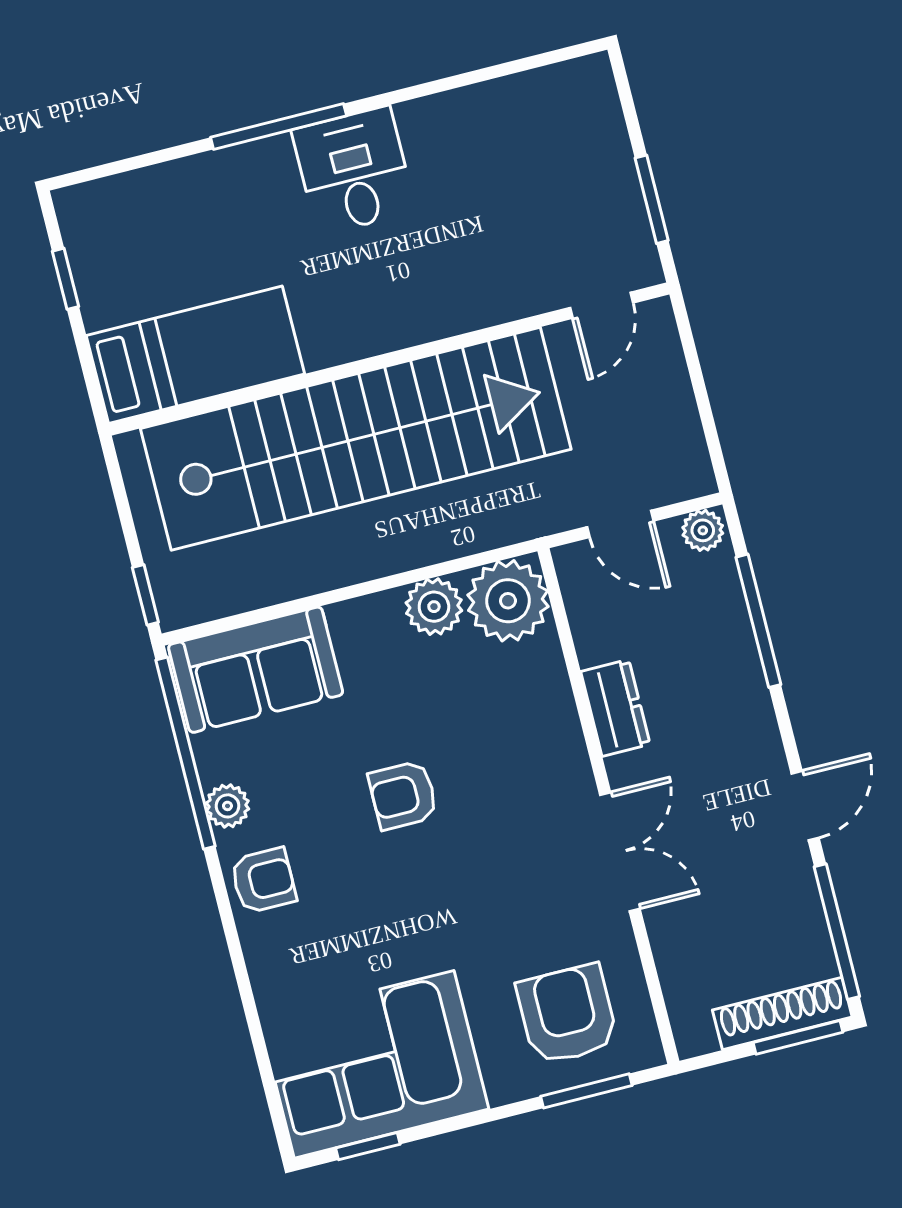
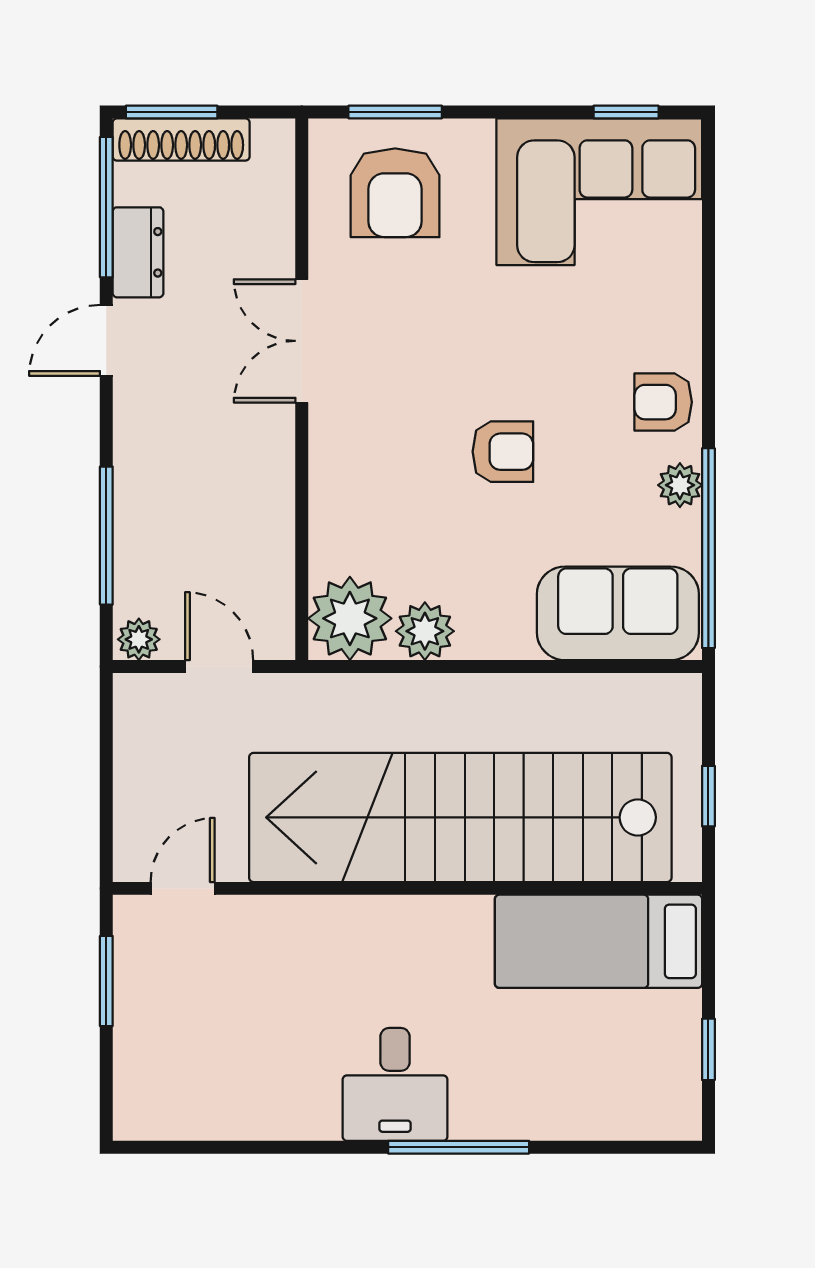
window: (145, 595) -> (708, 796), moved
dresser: (615, 708) -> (138, 252), moved, turned 180

